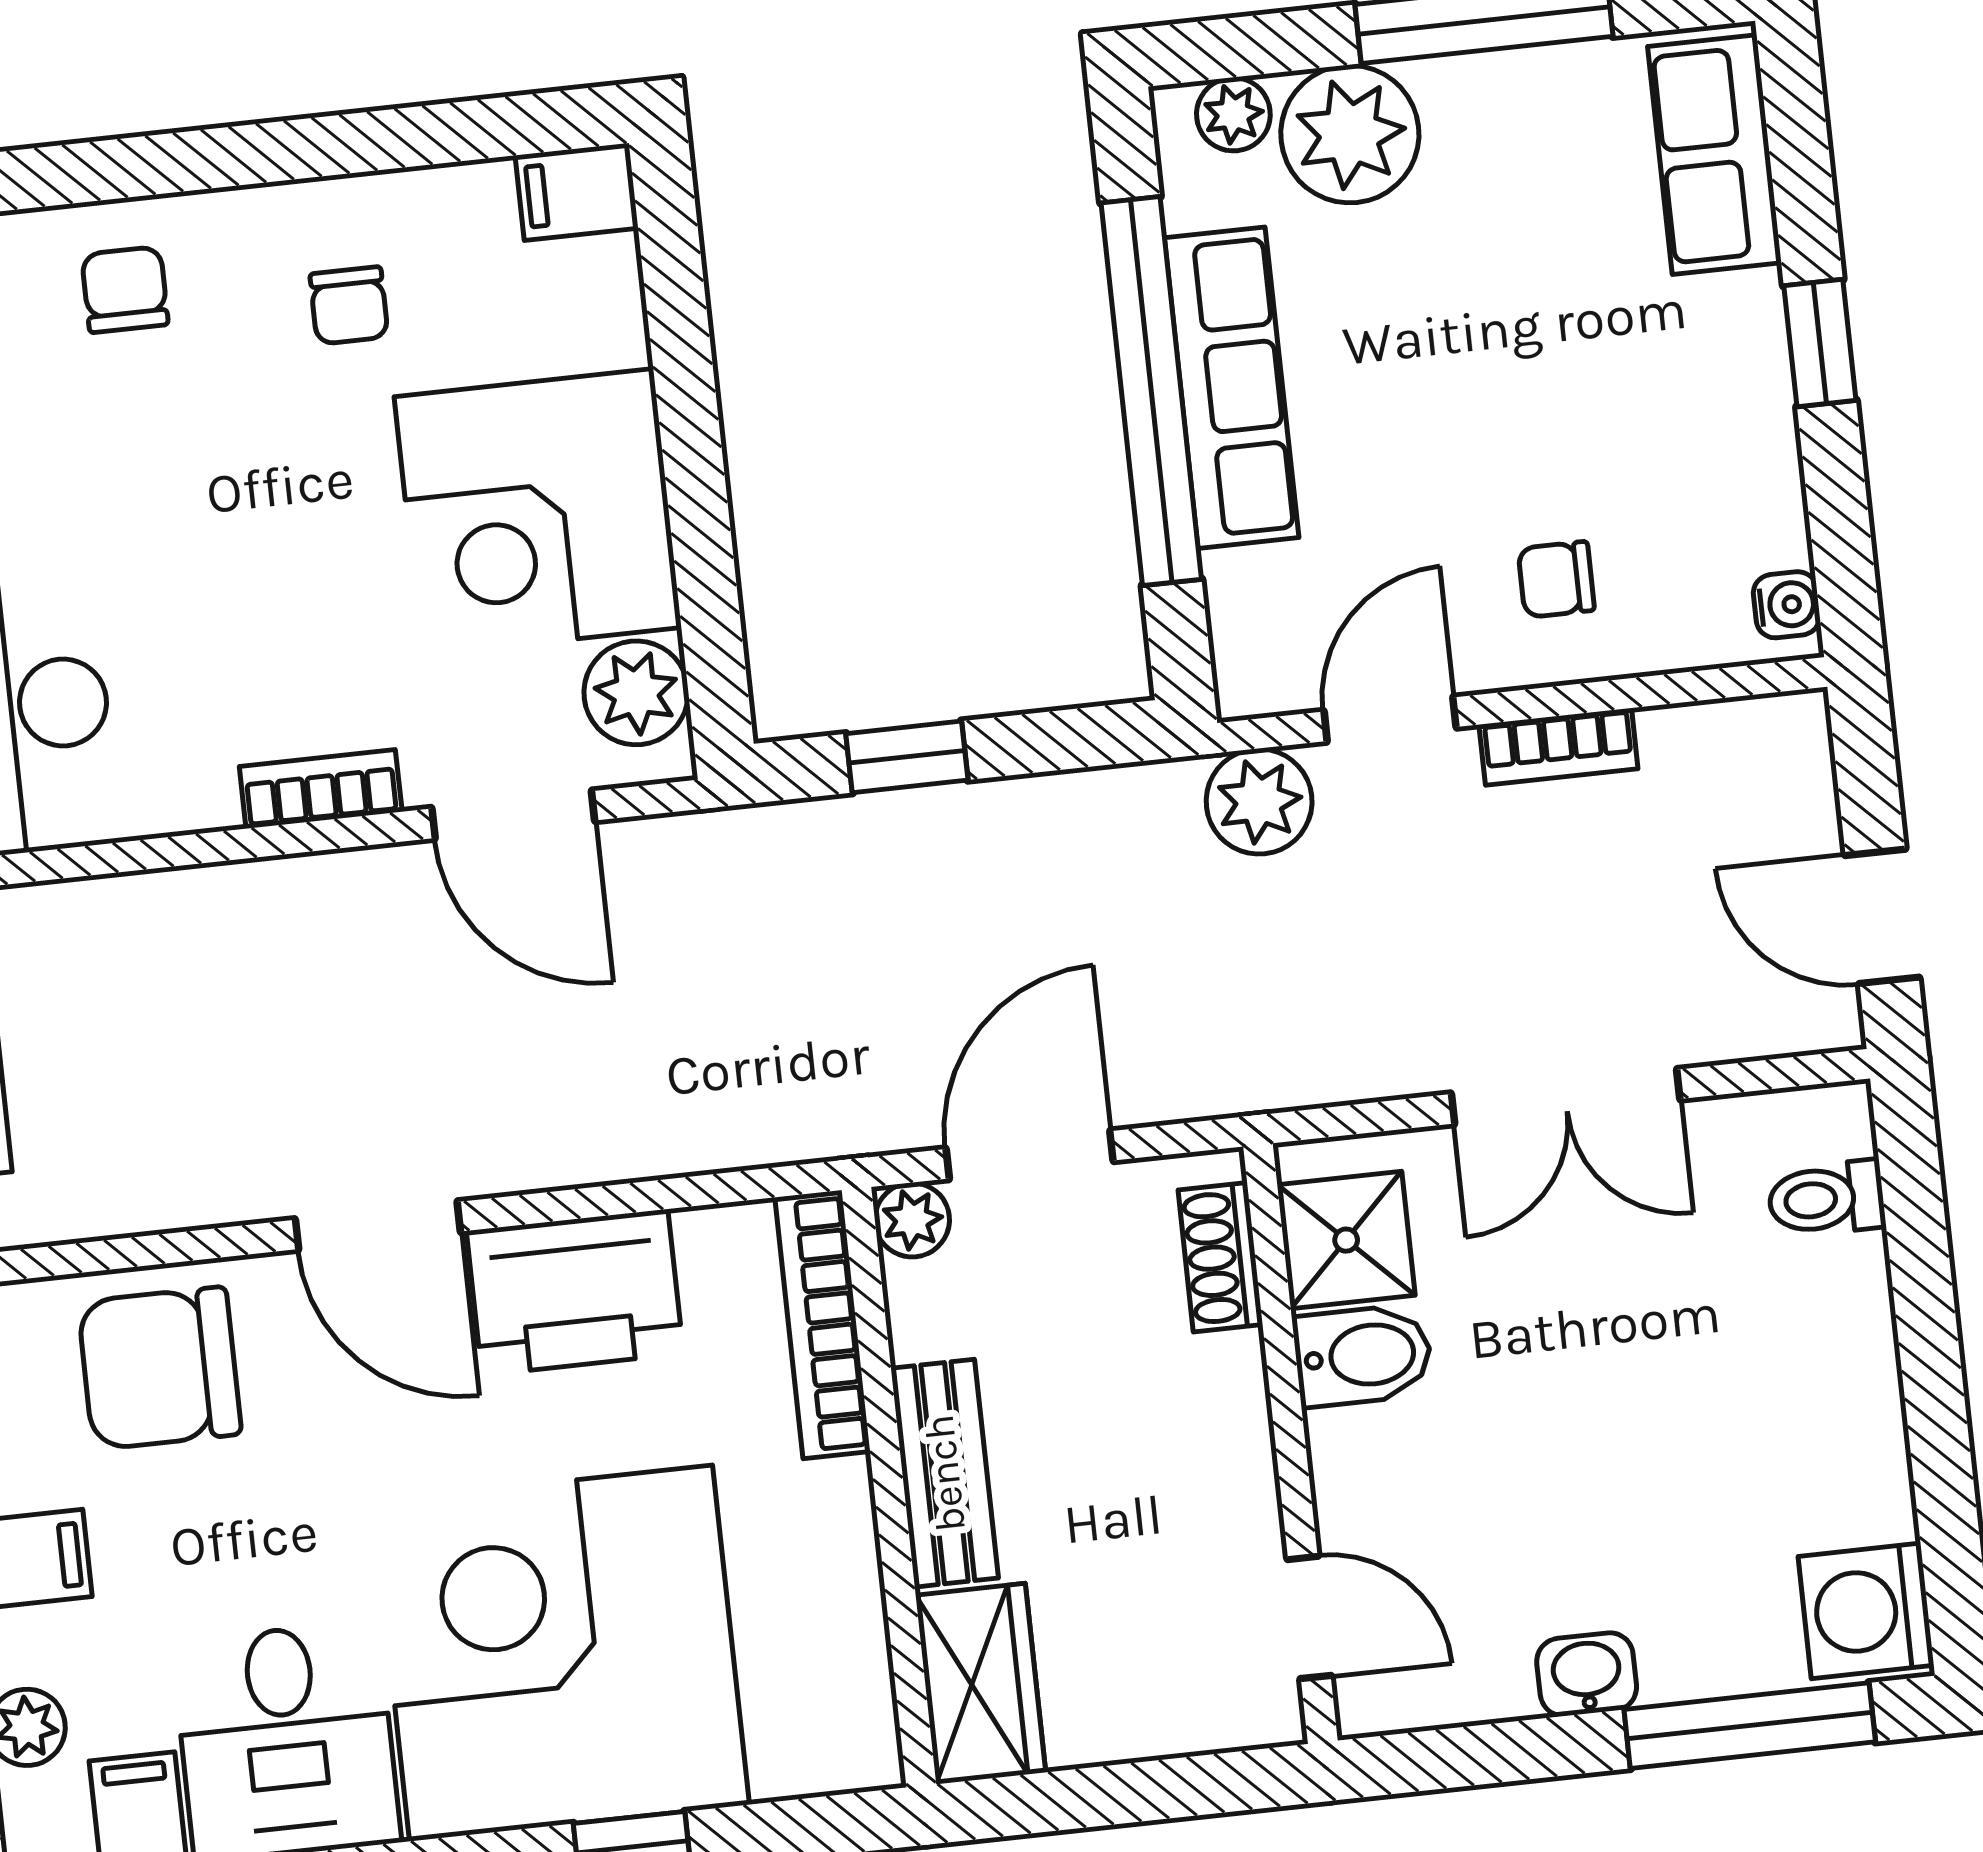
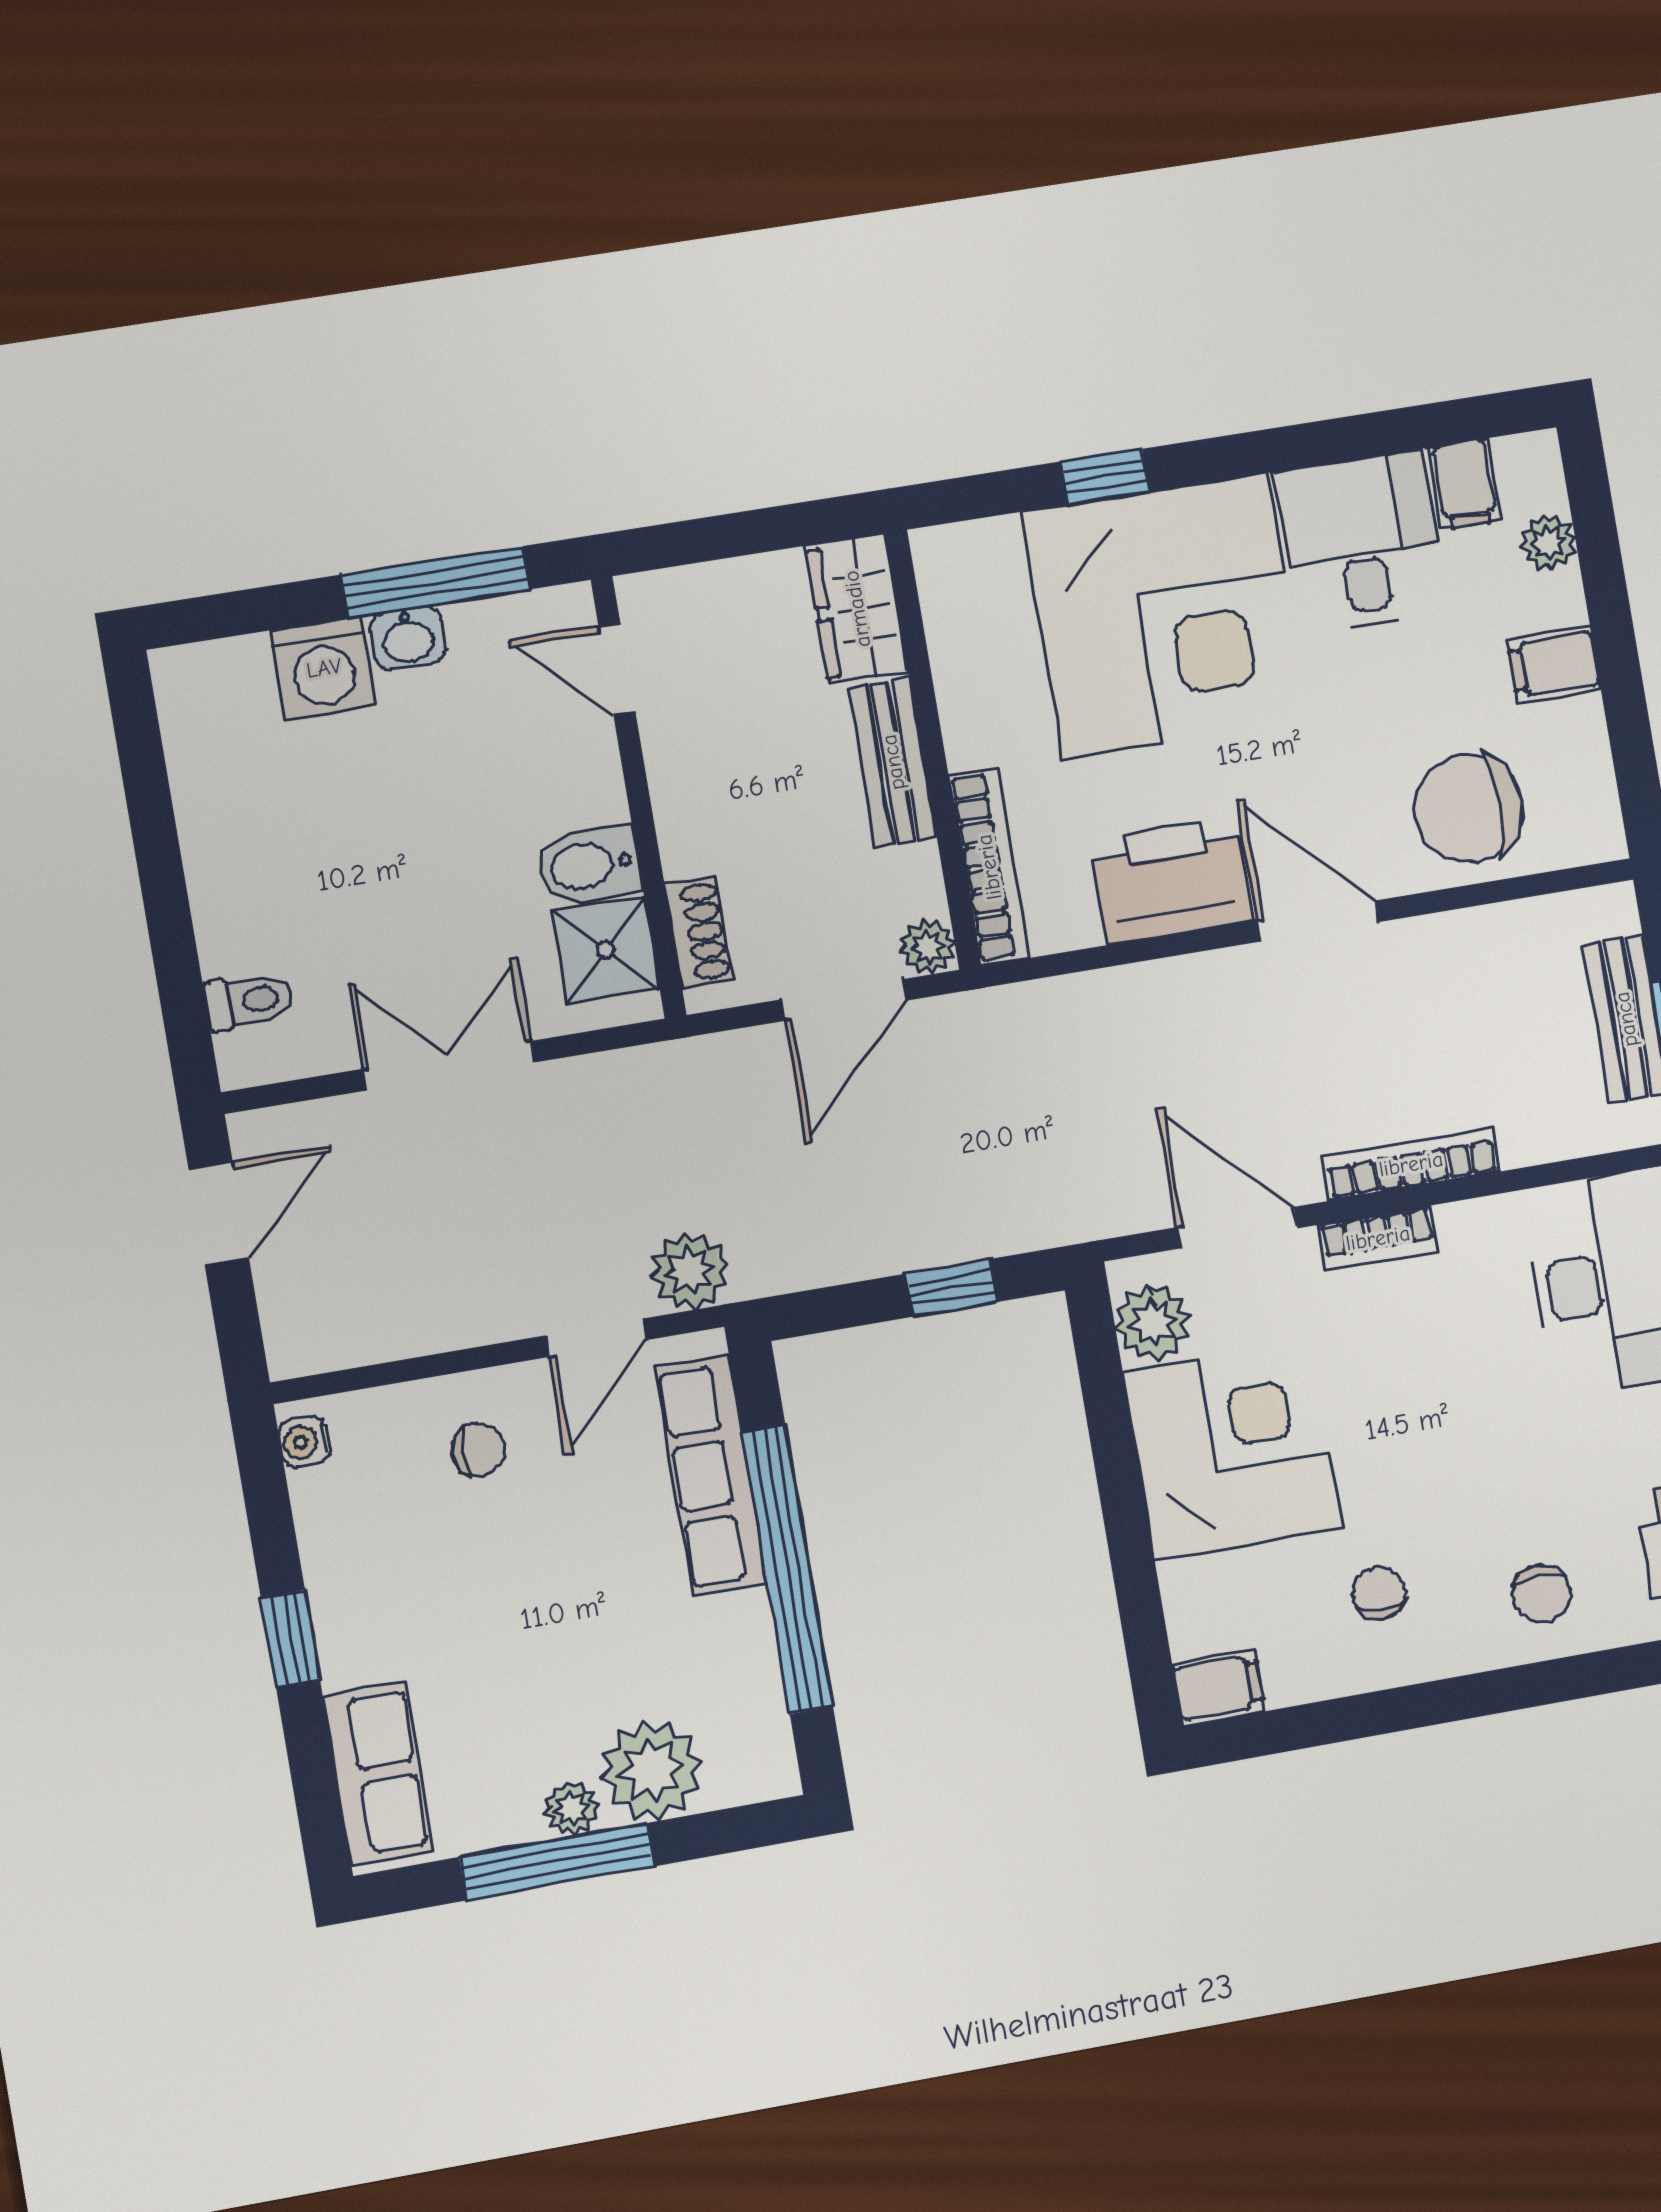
plant: (1233, 114) -> (572, 1809), moved
row of seats: (1232, 388) -> (711, 1475), moved
bookcase: (1558, 747) -> (1411, 1164), moved, width x1.56
door: (1882, 916) -> (219, 1214), hinge flipped
chair: (160, 1368) -> (1469, 809), turned 180
washing machine: (1866, 1611) -> (324, 668), moved, turned 90
window: (1750, 1726) -> (435, 582), moved

